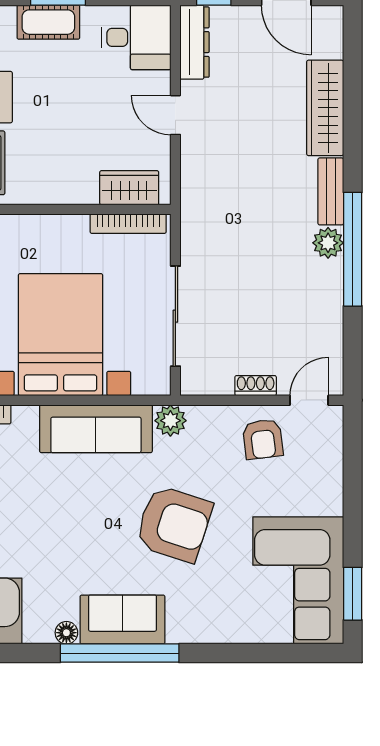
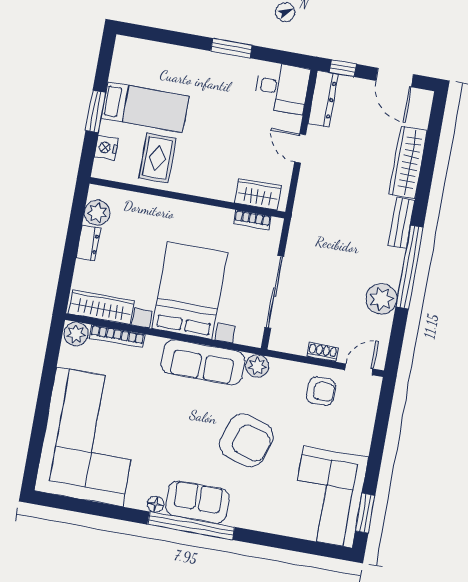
cot: (48, 22) -> (221, 66), removed
bookcase: (128, 224) -> (252, 220), width x0.64
plant: (328, 243) -> (381, 299), moved, width x1.36, depth x1.36
armchair: (263, 439) -> (321, 391), turned -83

